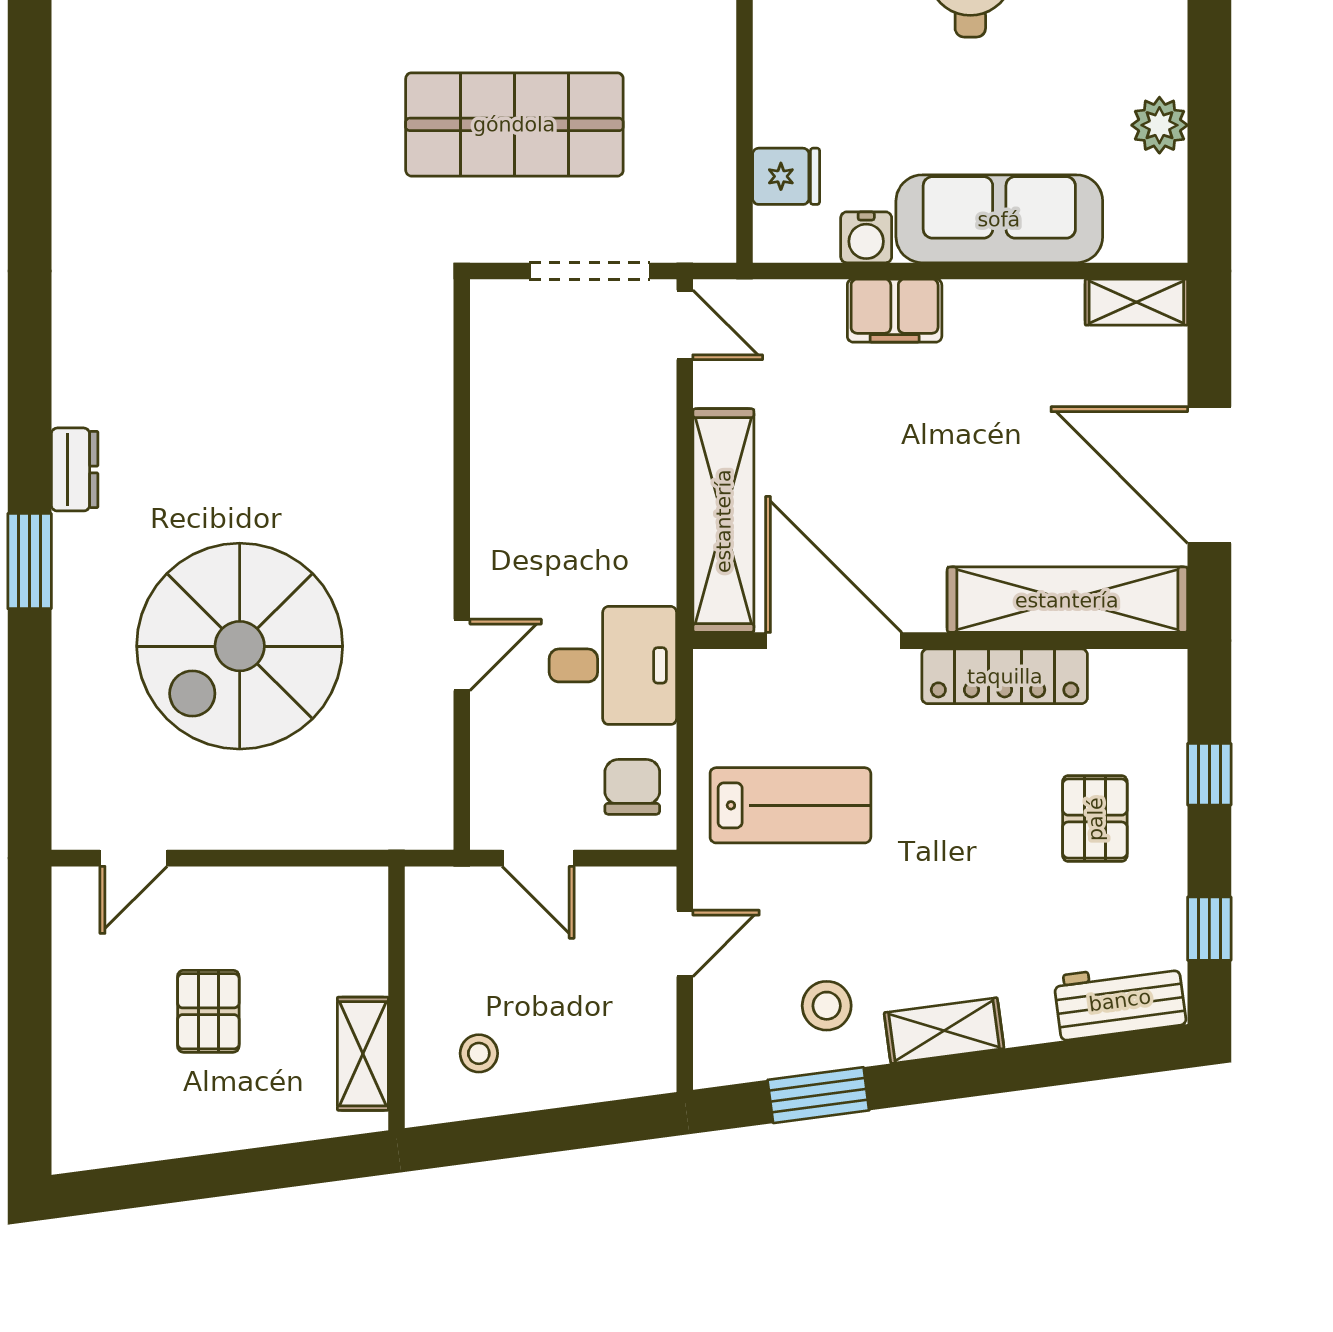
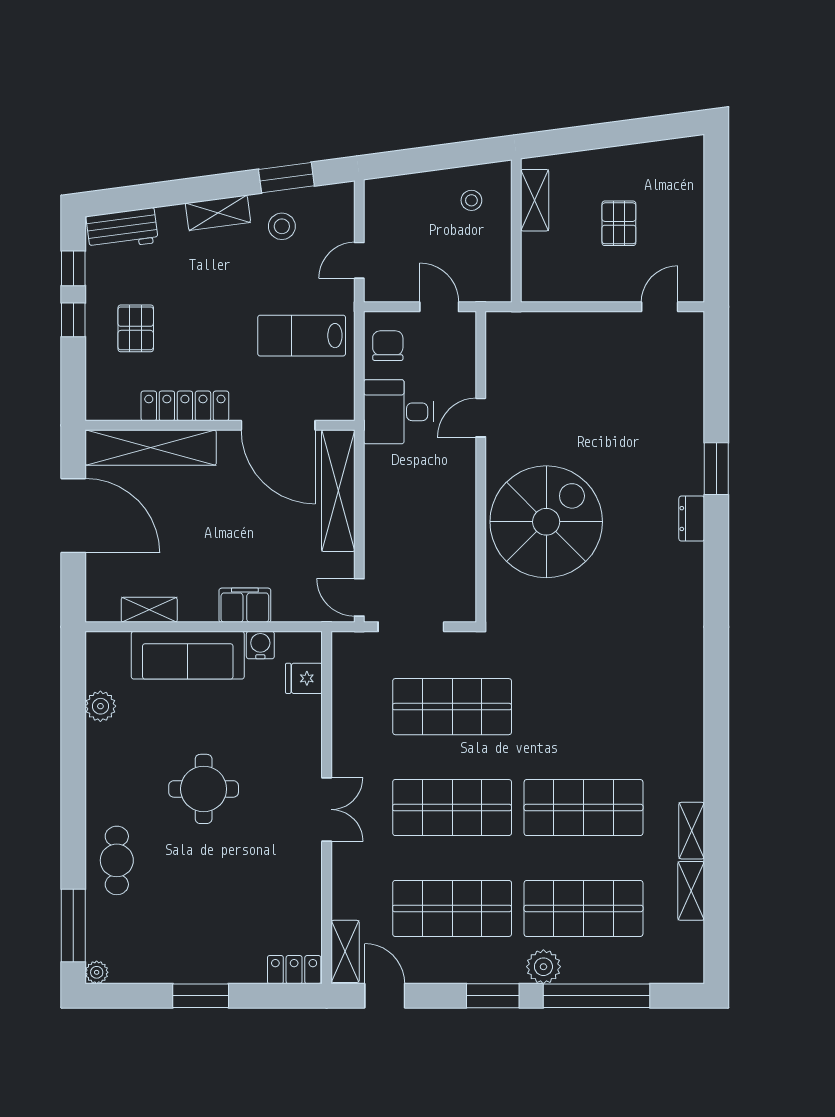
shelving: (1136, 302) -> (149, 610), moved
spiral stairs: (240, 646) -> (546, 522), moved
window: (1209, 774) -> (73, 320), moved
chair: (632, 787) -> (388, 346), turned 180

